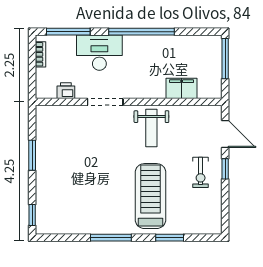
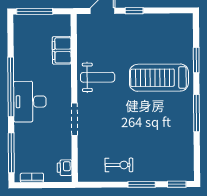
desk: (99, 53) -> (30, 102), moved
printer: (66, 91) -> (65, 168), moved
window: (32, 155) -> (142, 184), moved
exercise bike: (201, 172) -> (119, 165), moved

